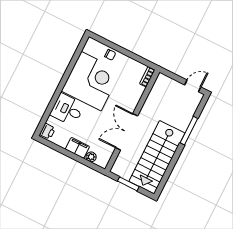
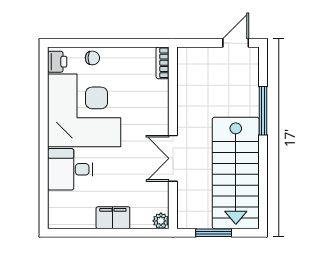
printer: (47, 131) -> (57, 62), moved
double door: (127, 132) -> (173, 158), width x0.73
plant: (91, 157) -> (161, 221), moved

